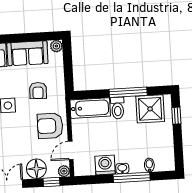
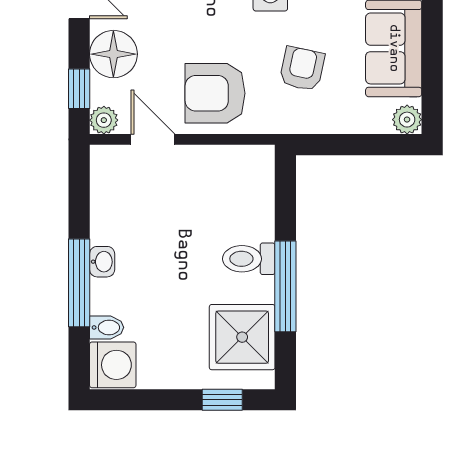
armchair: (38, 91) -> (302, 69), turned 100
bathtub: (90, 108) -> (252, 192), removed
armchair: (50, 126) -> (215, 93), turned -90
washing machine: (105, 165) -> (113, 365), moved

